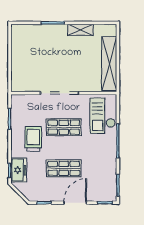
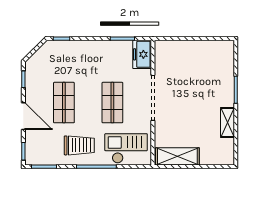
shelving: (109, 64) -> (177, 156), width x0.68
trolley: (33, 139) -> (79, 145), moved
freezer: (19, 170) -> (142, 54), moved, turned 90

